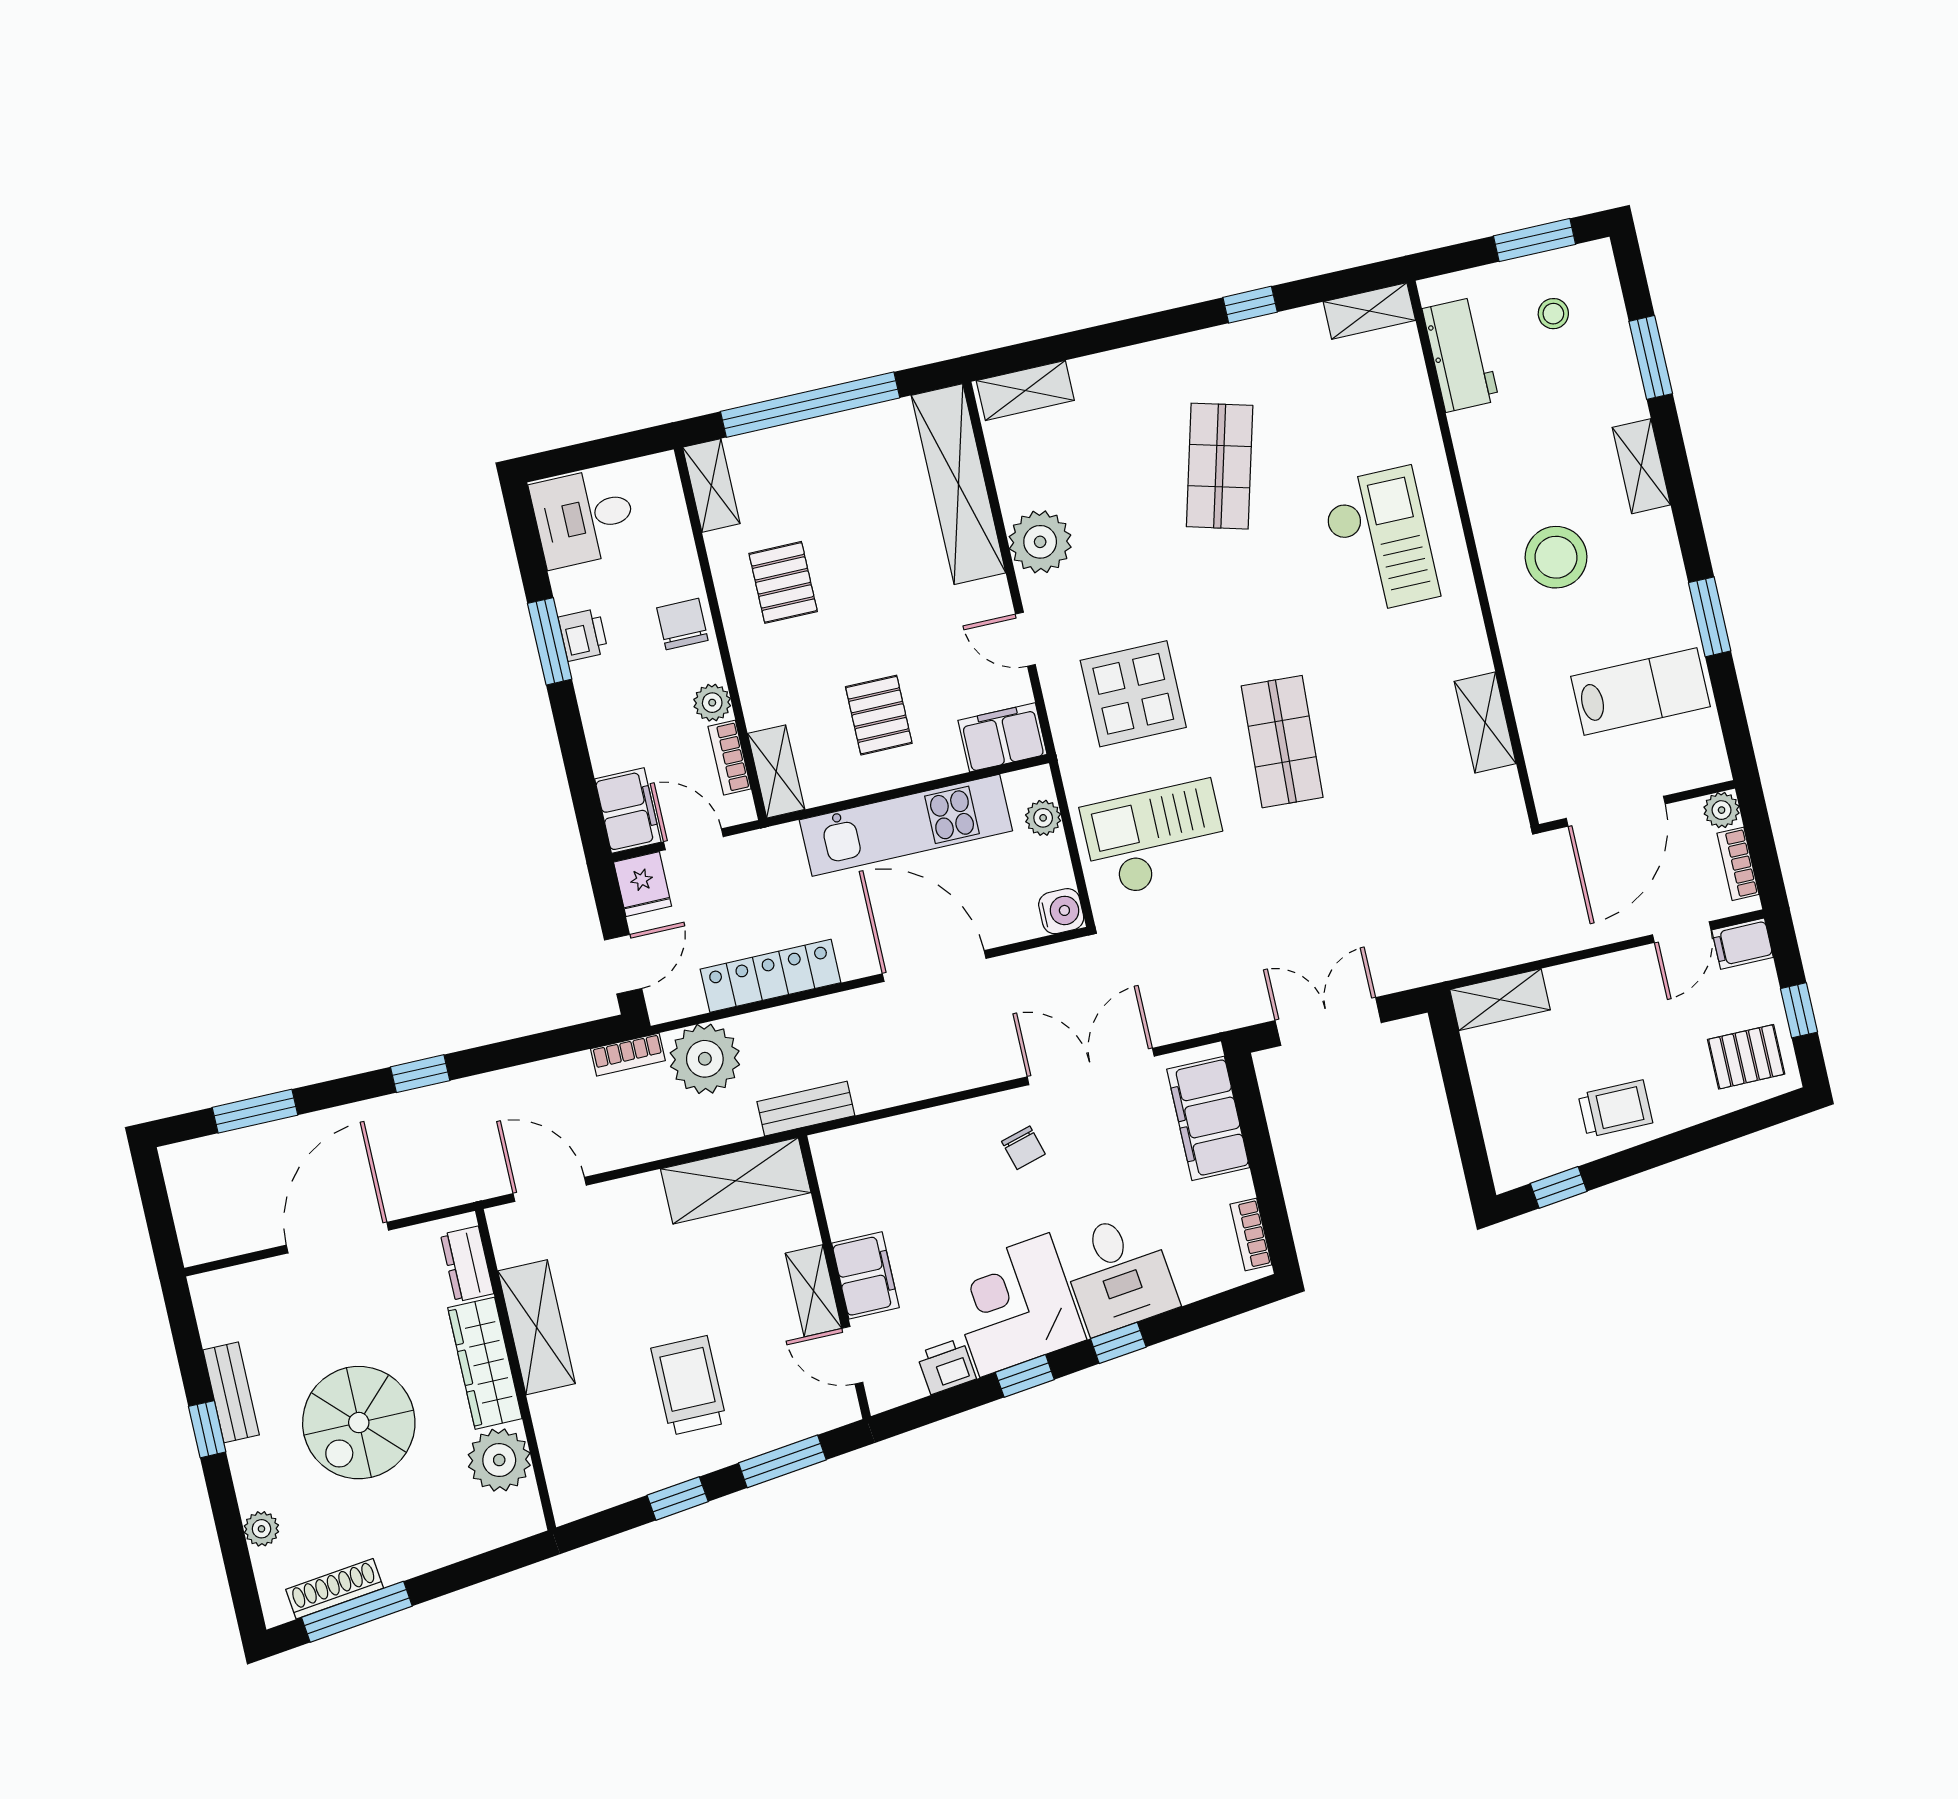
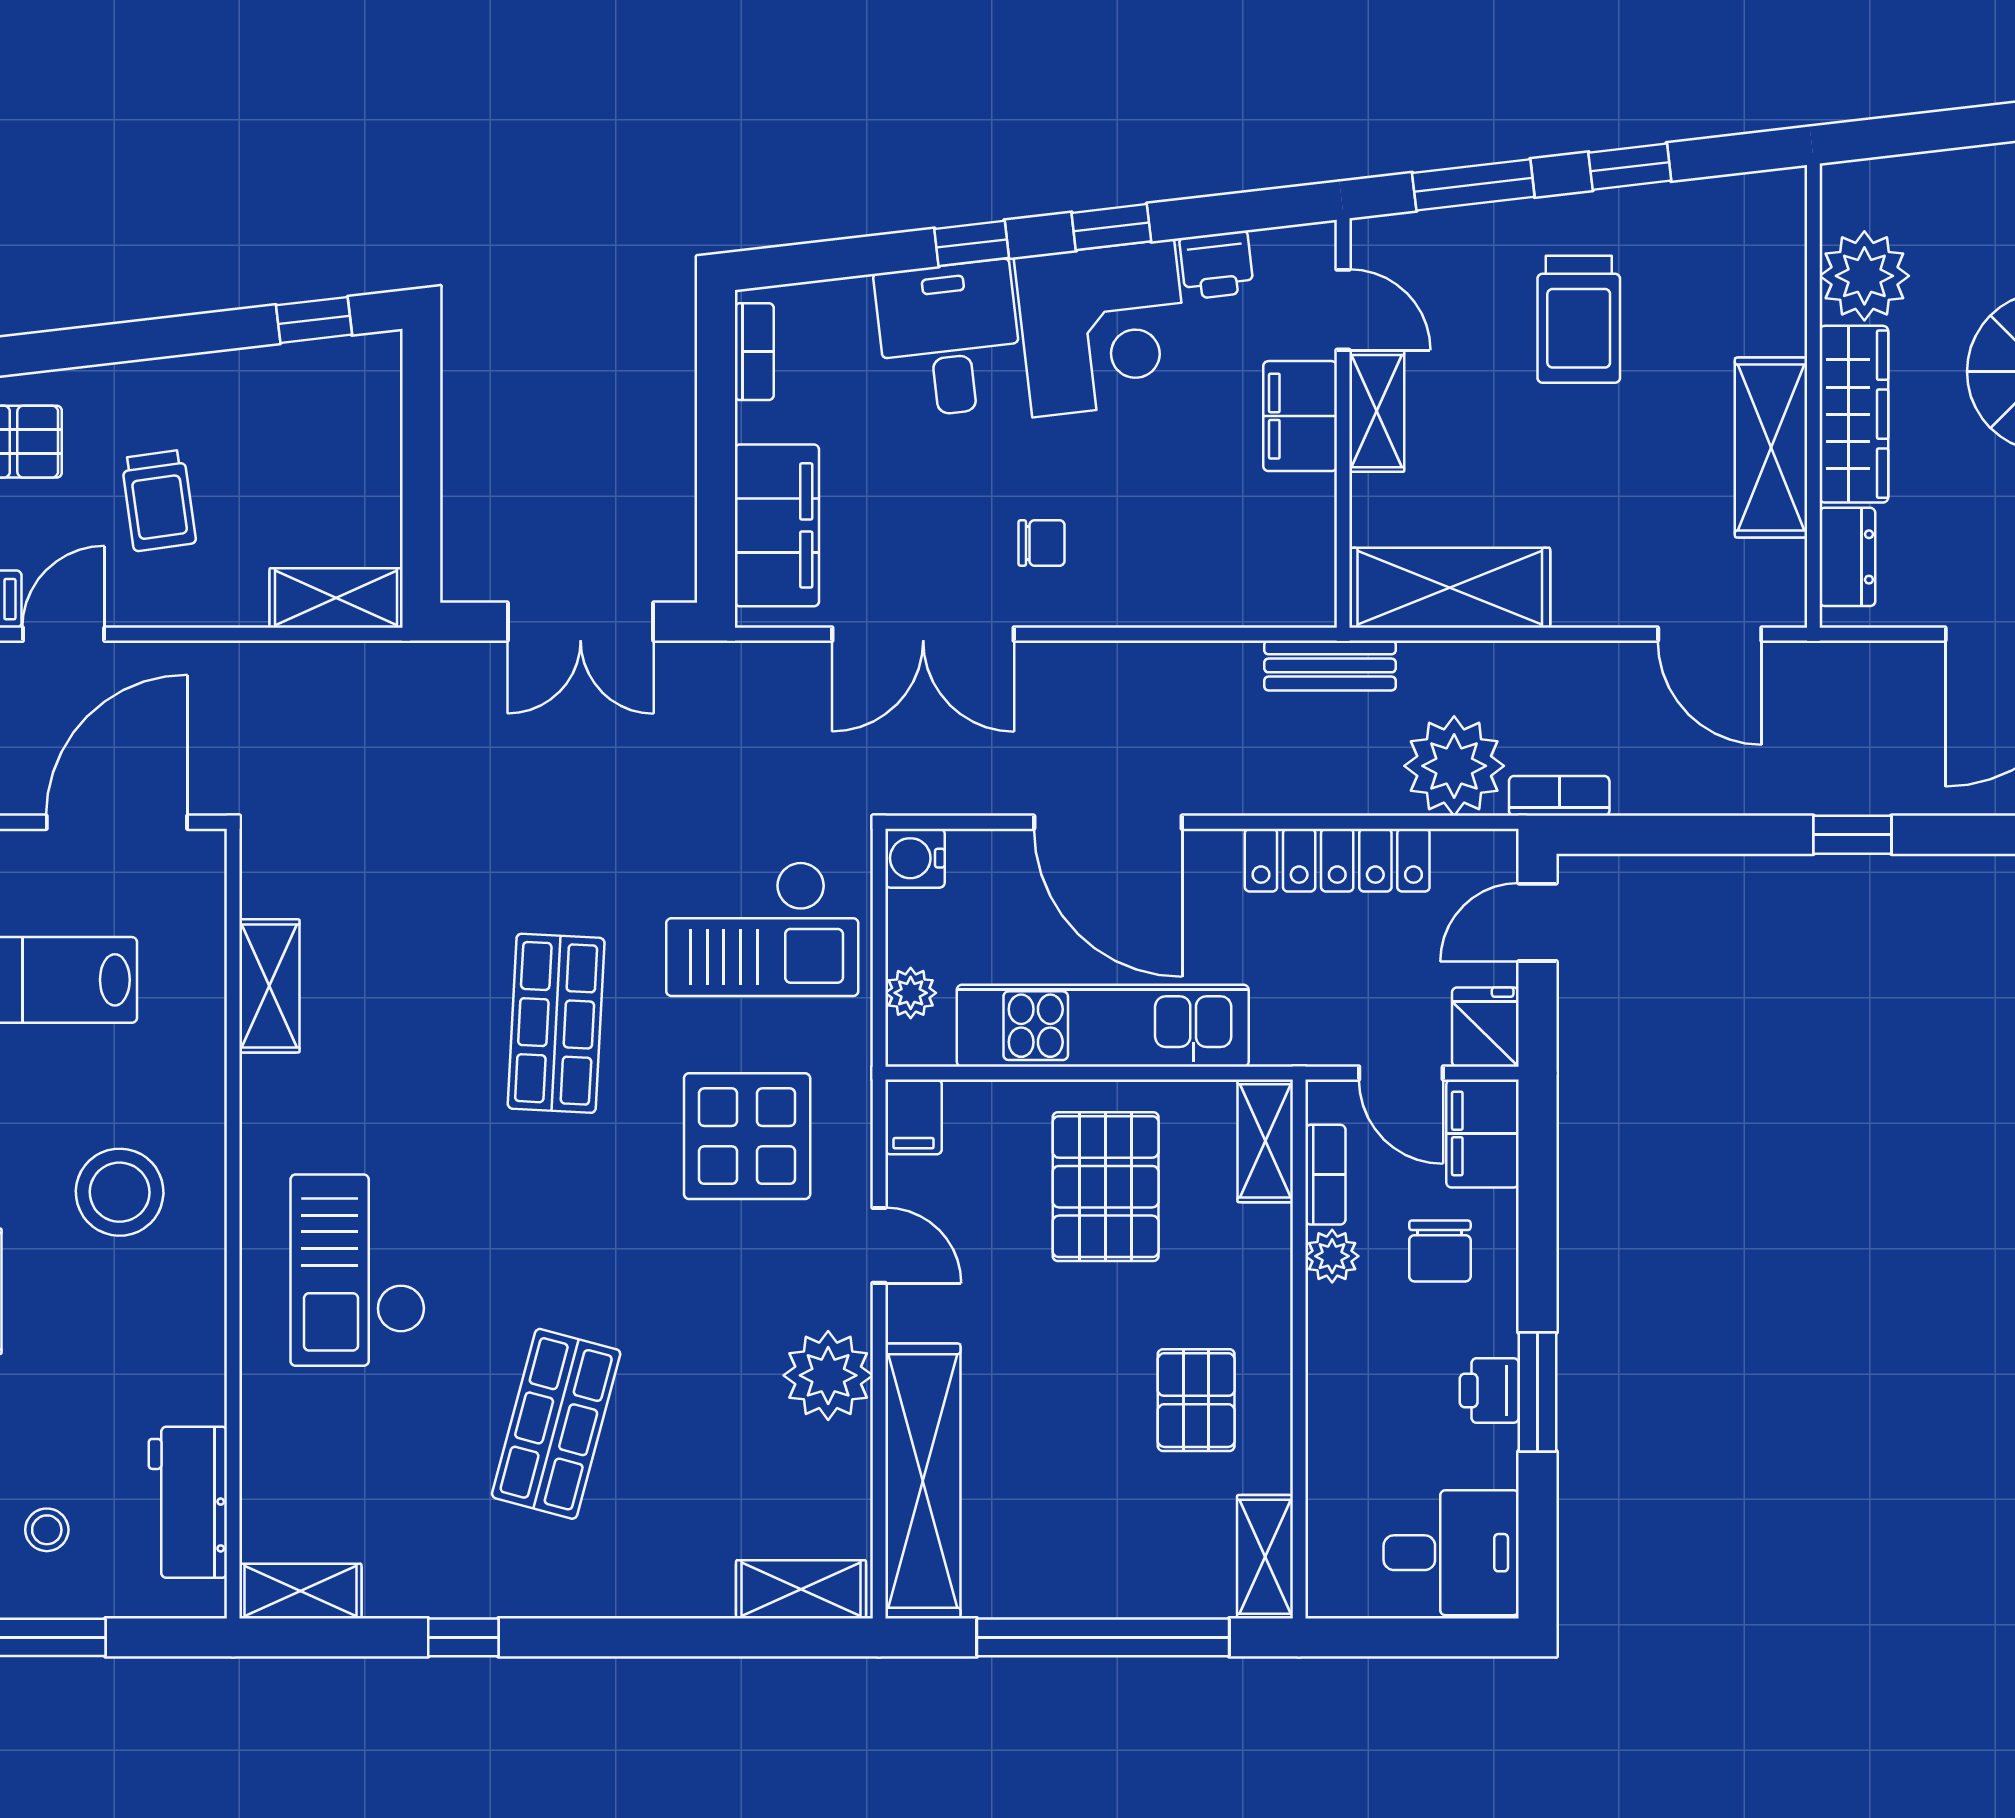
chair: (682, 624) -> (1440, 1251), moved
pallet: (879, 715) -> (1106, 1187), width x1.50, depth x1.42
filing cabinet: (1002, 737) -> (914, 1117), width x0.50
trolley: (1615, 1109) -> (159, 501), moved, turned -98
chair: (1023, 1148) -> (1042, 543), turned 106

